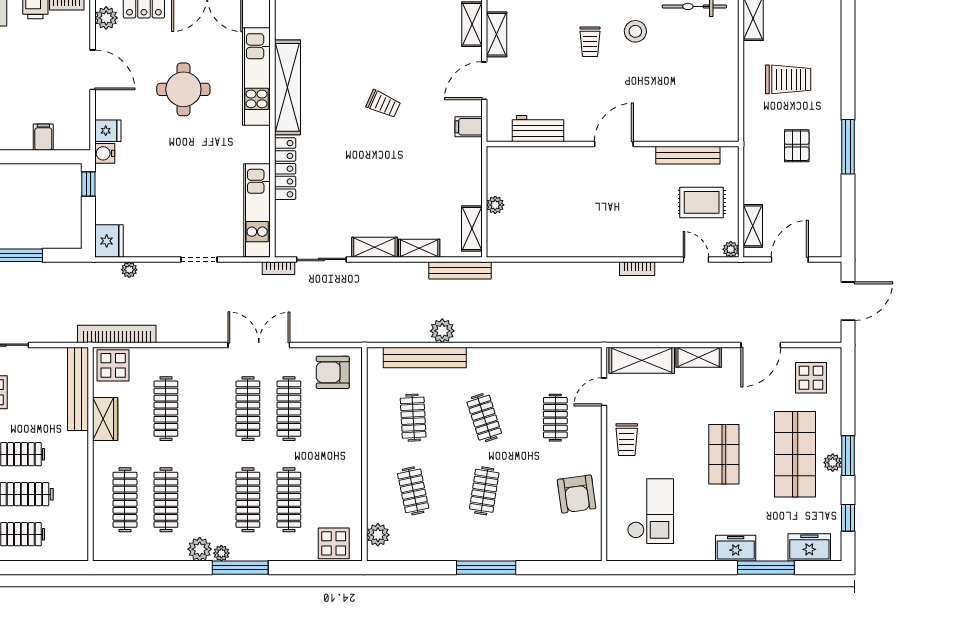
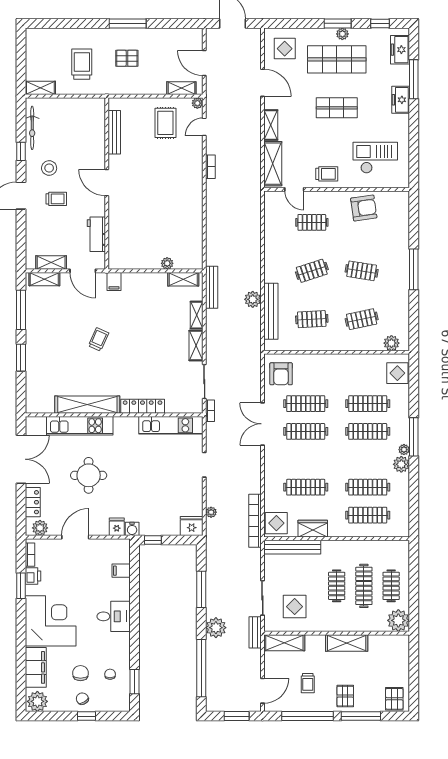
workbench: (538, 129) -> (96, 234), moved
wall: (613, 144) -> (107, 183), moved
door: (614, 144) -> (107, 183), moved
bench: (688, 155) -> (114, 132), moved

